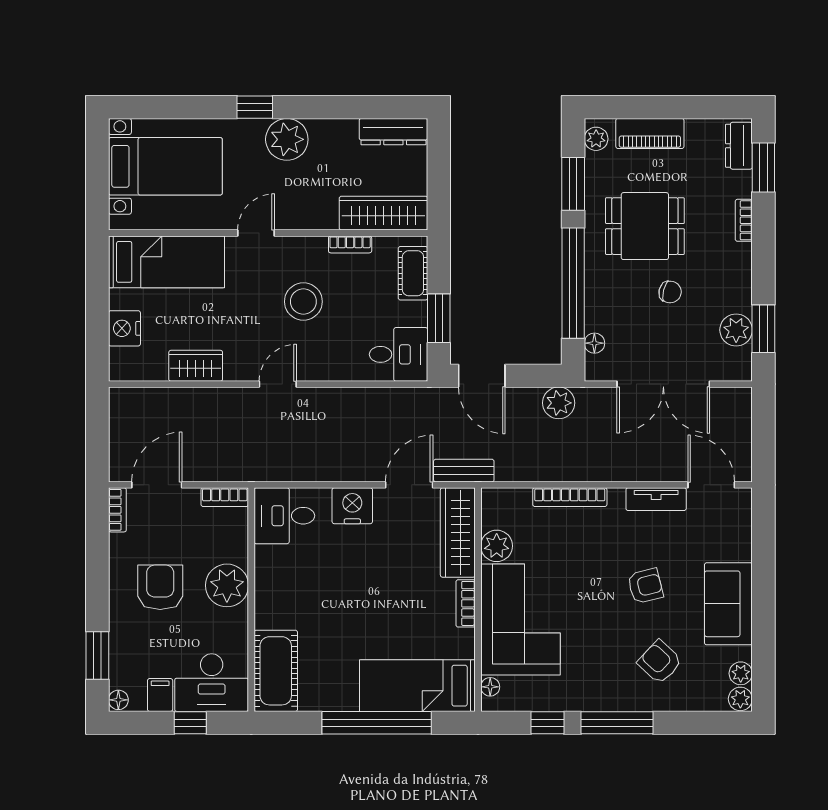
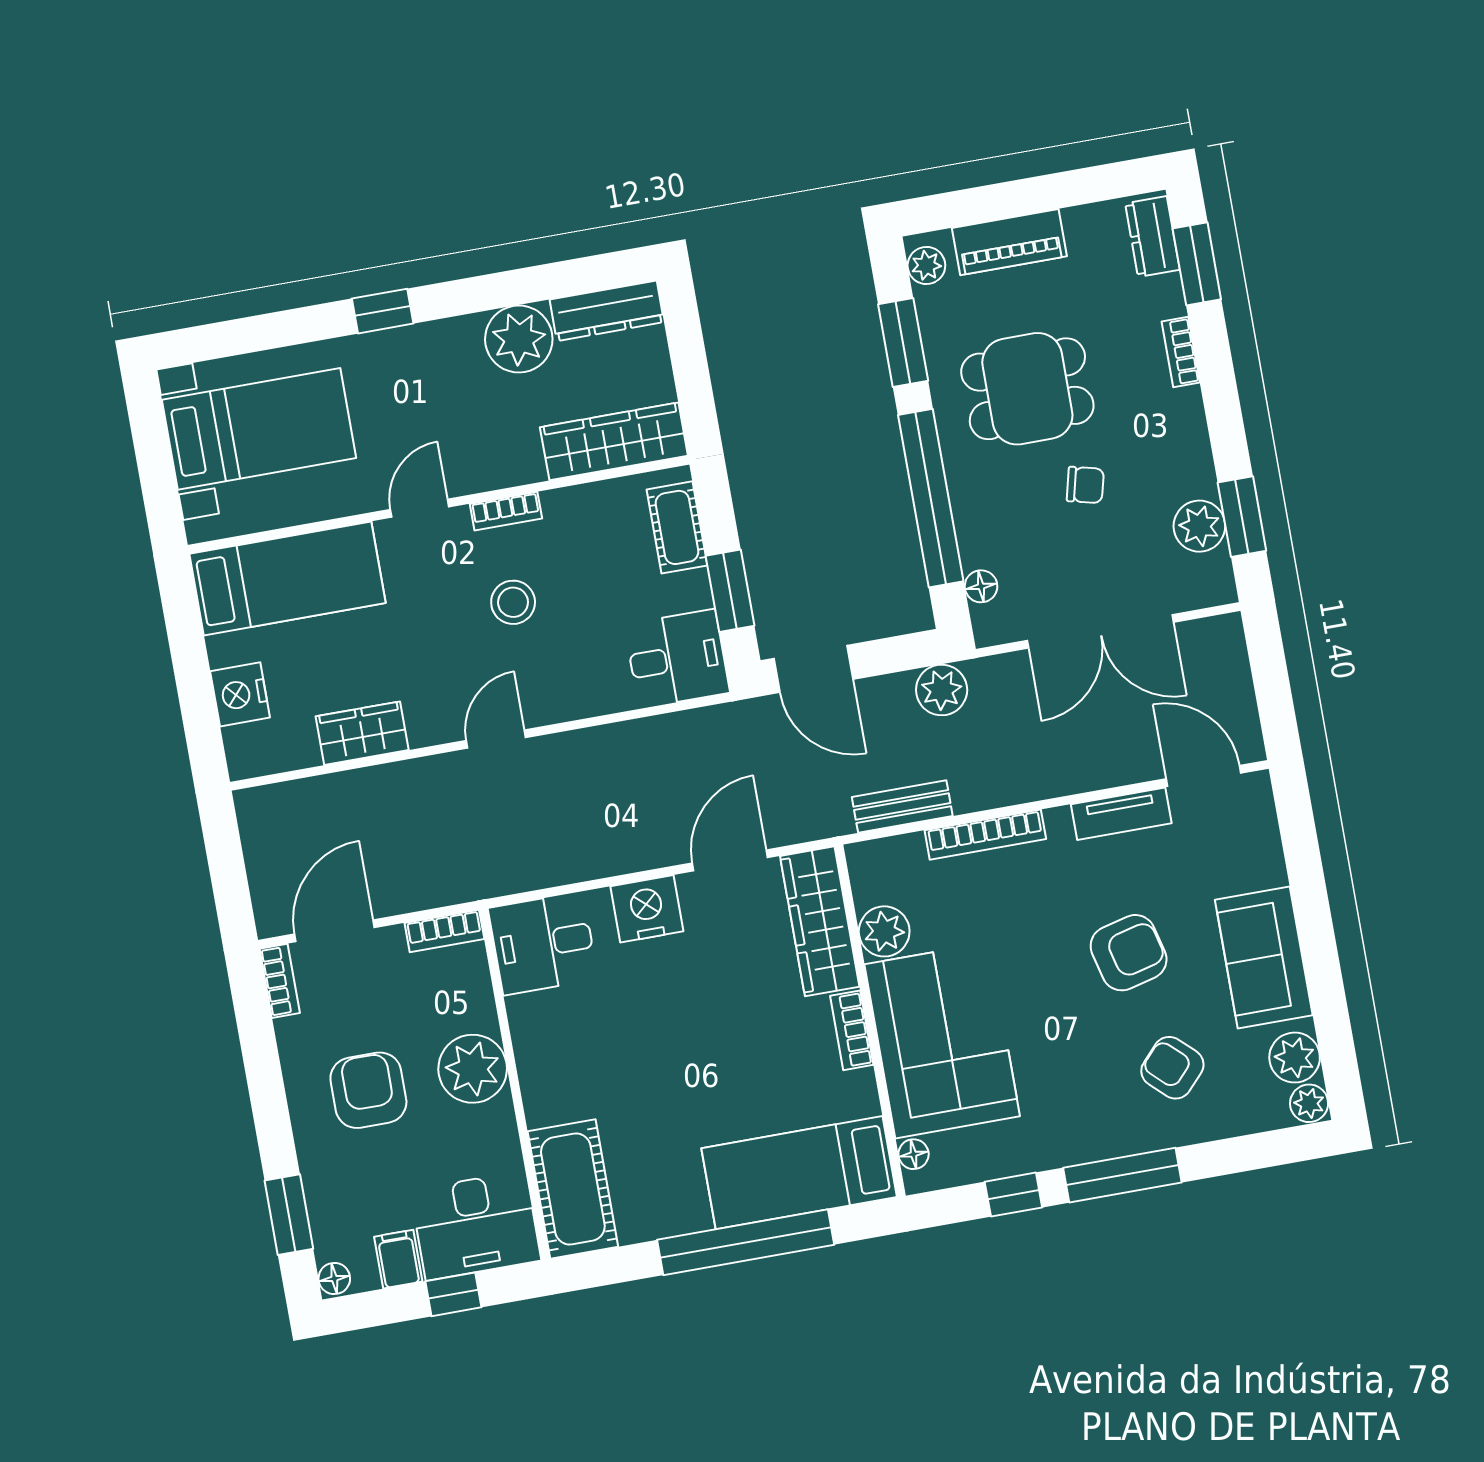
plant: (287, 139) -> (519, 339), moved
bookcase: (350, 244) -> (506, 511), moved
stool: (303, 302) -> (513, 602), width x0.73, depth x0.73
bench: (464, 471) -> (902, 806), moved
armchair: (645, 586) -> (1129, 953), width x1.38, depth x1.38
plant: (741, 673) -> (1295, 1058), width x1.38, depth x1.38

